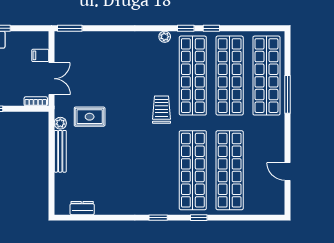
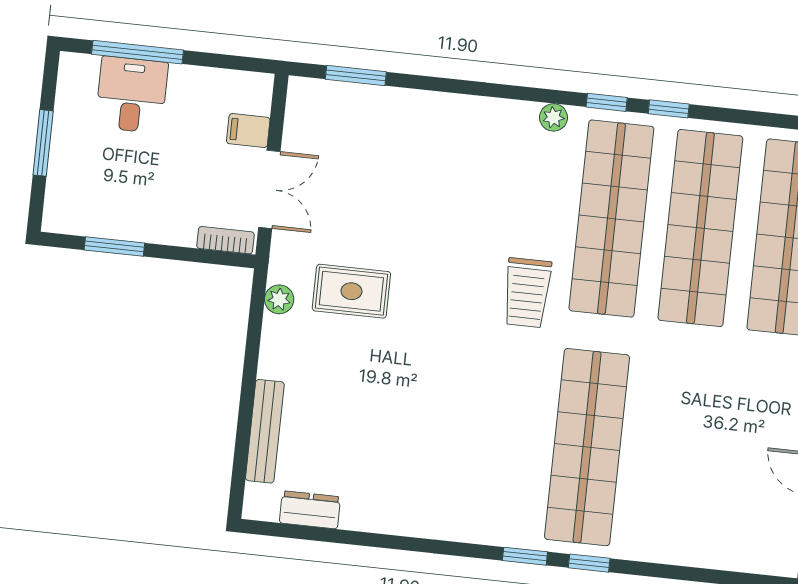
window: (70, 28) -> (356, 76), moved
trolley: (161, 110) -> (527, 293), turned 180
bench: (60, 151) -> (265, 431), moved
shop shelf: (230, 170) -> (676, 457), removed
window: (158, 218) -> (525, 556), moved

